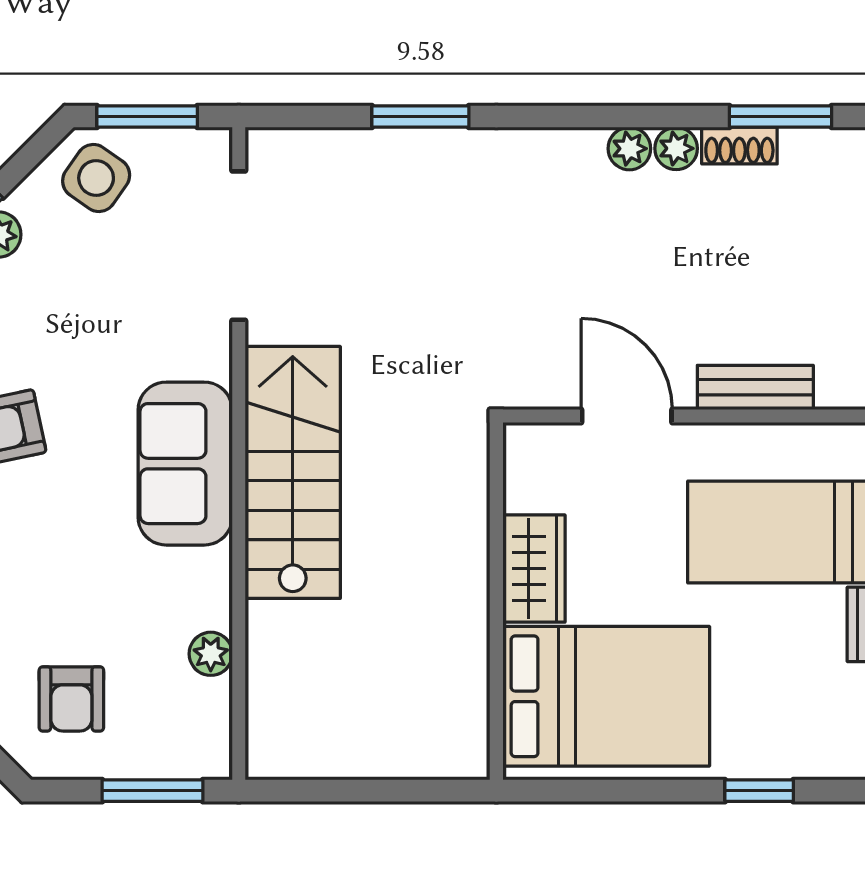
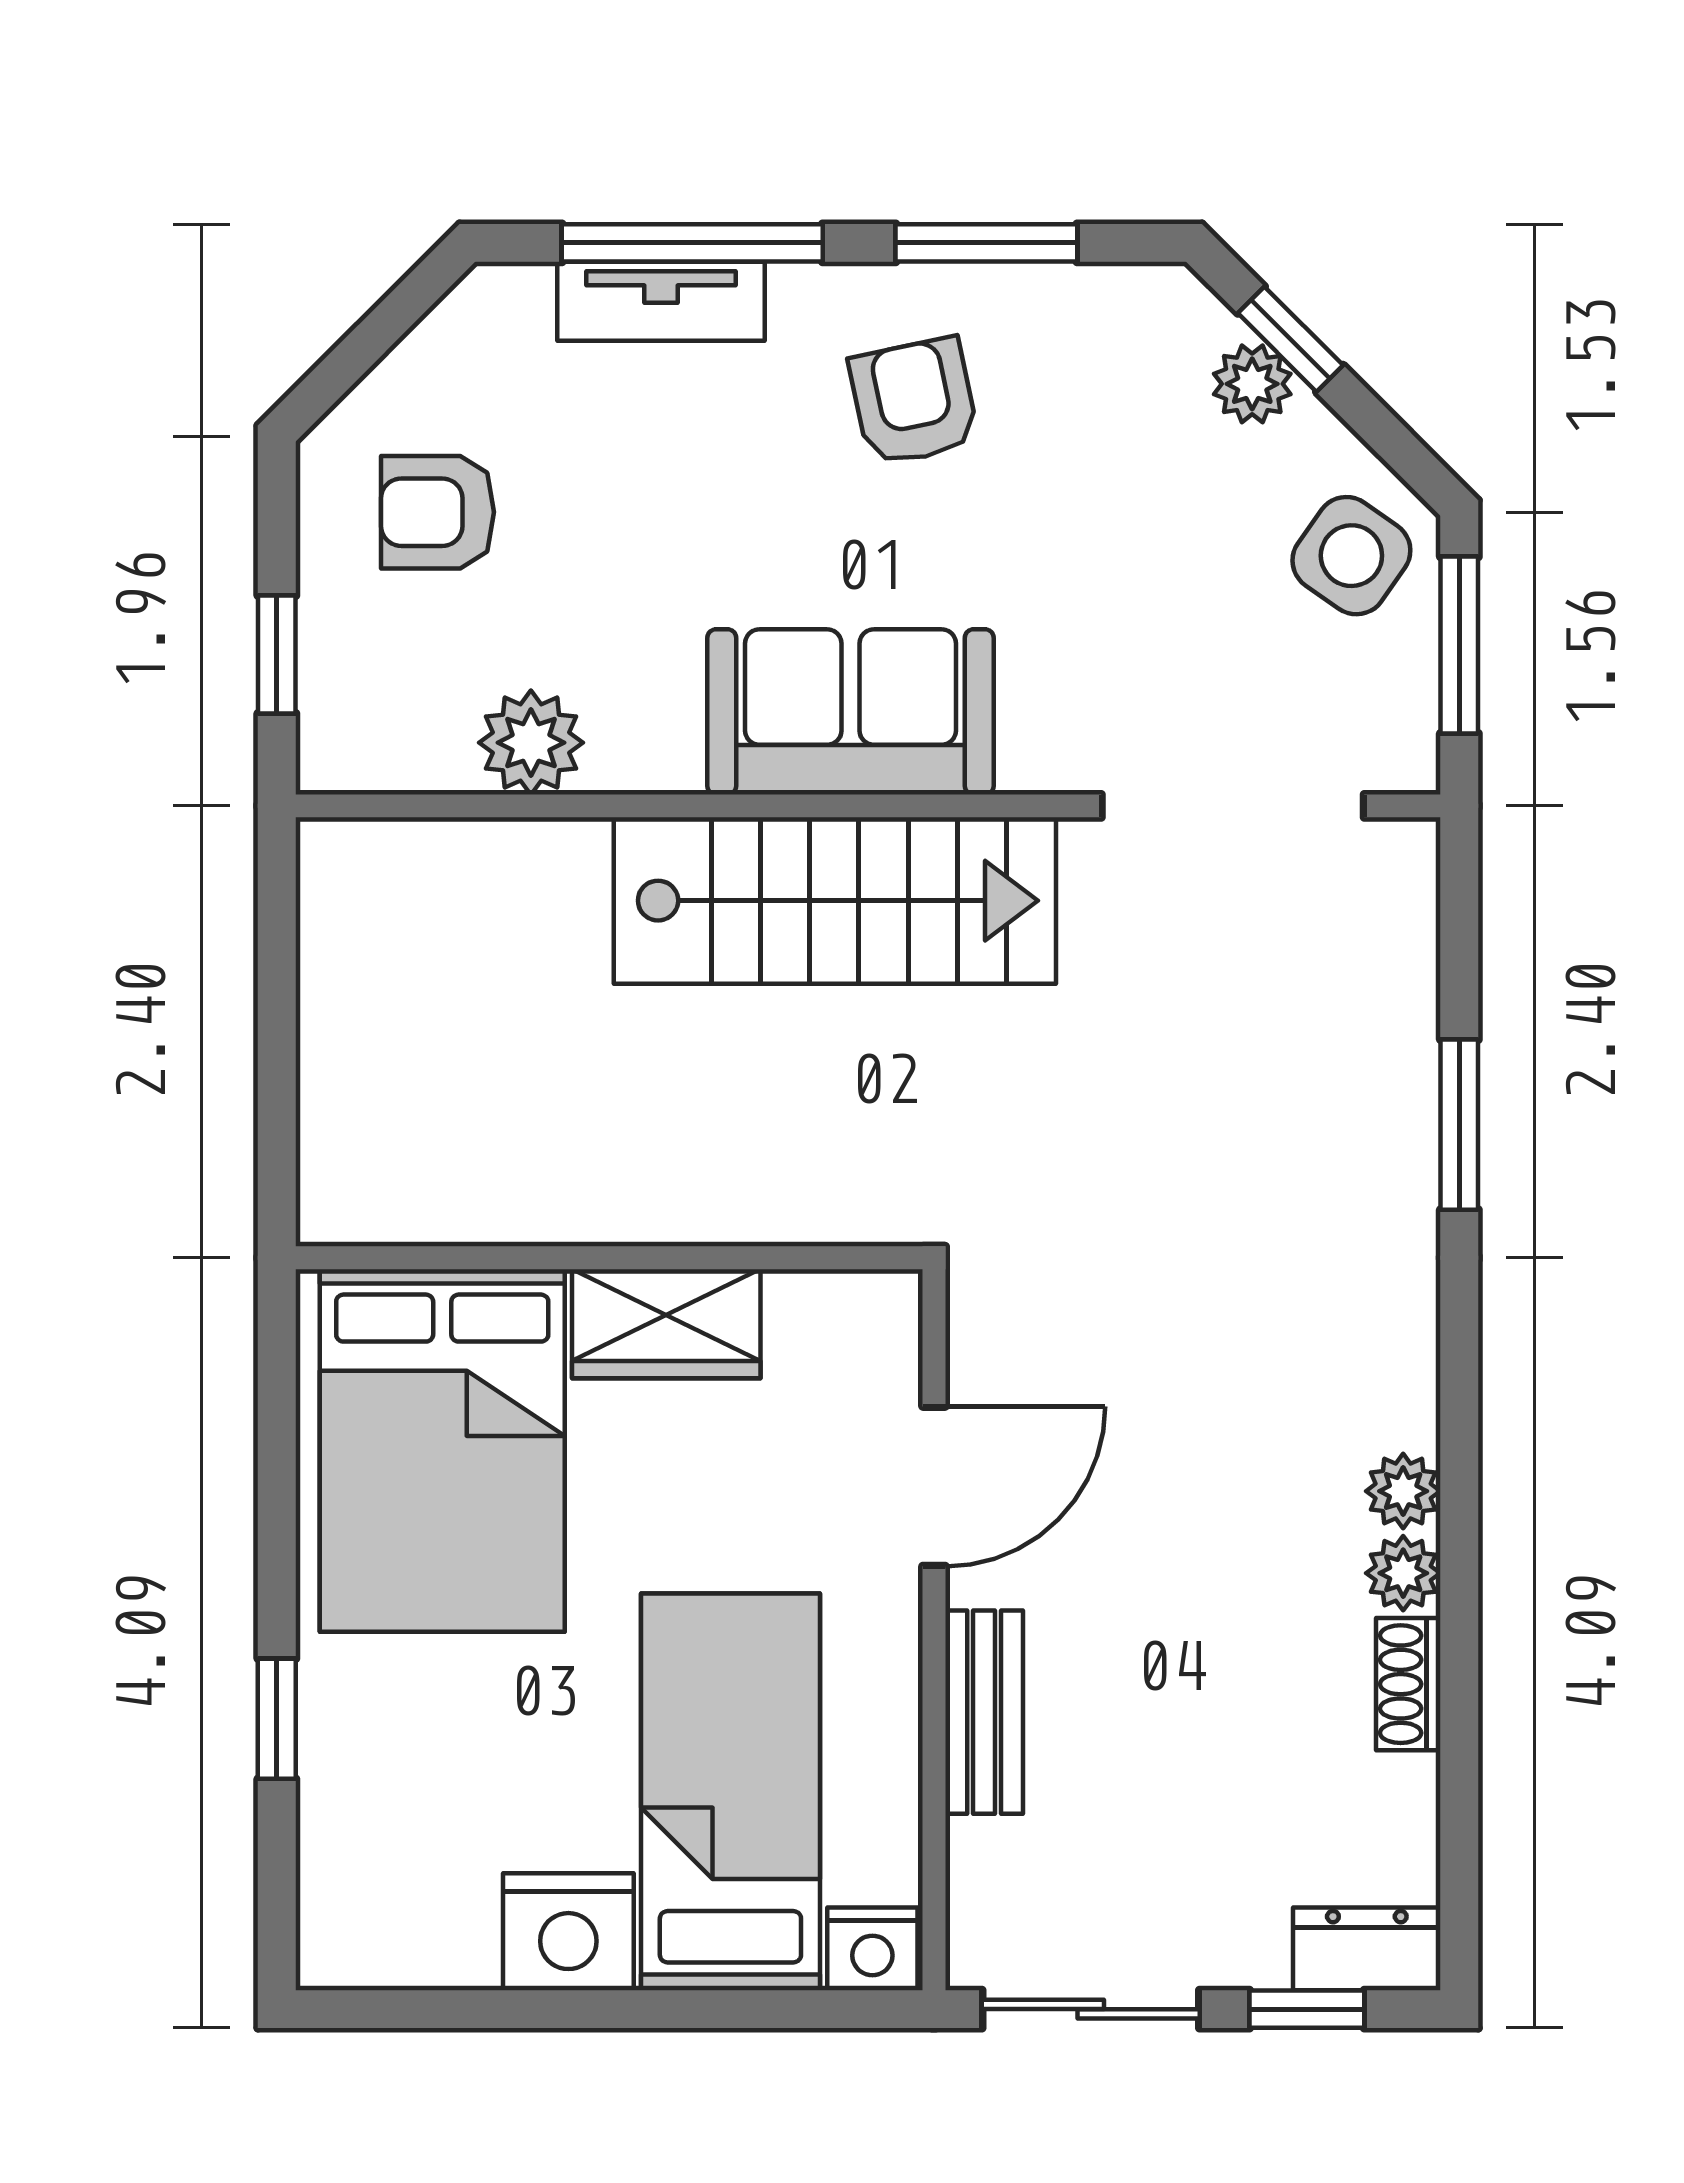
window: (781, 116) -> (1459, 1756), removed
plant: (211, 654) -> (531, 743), width x1.38, depth x1.38
window: (152, 791) -> (277, 655), width x0.67

